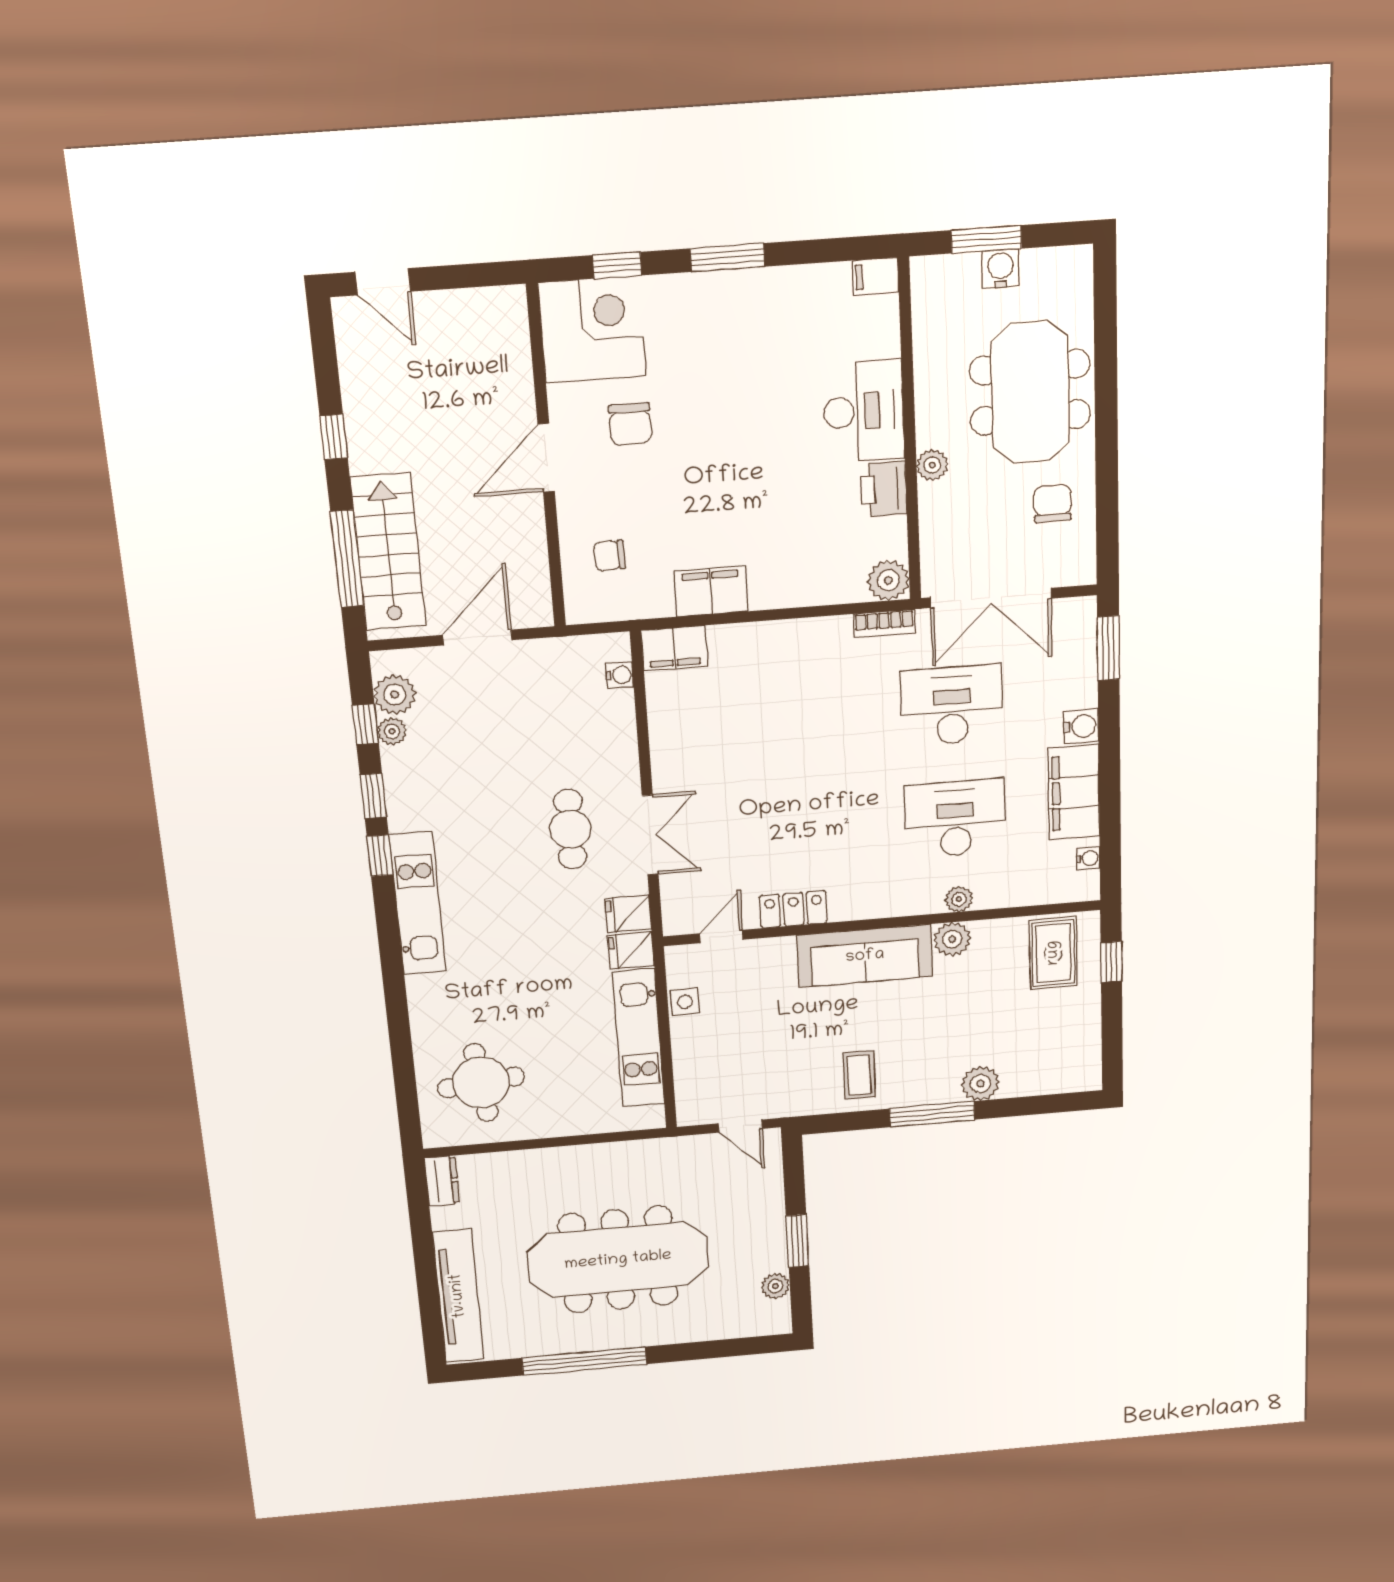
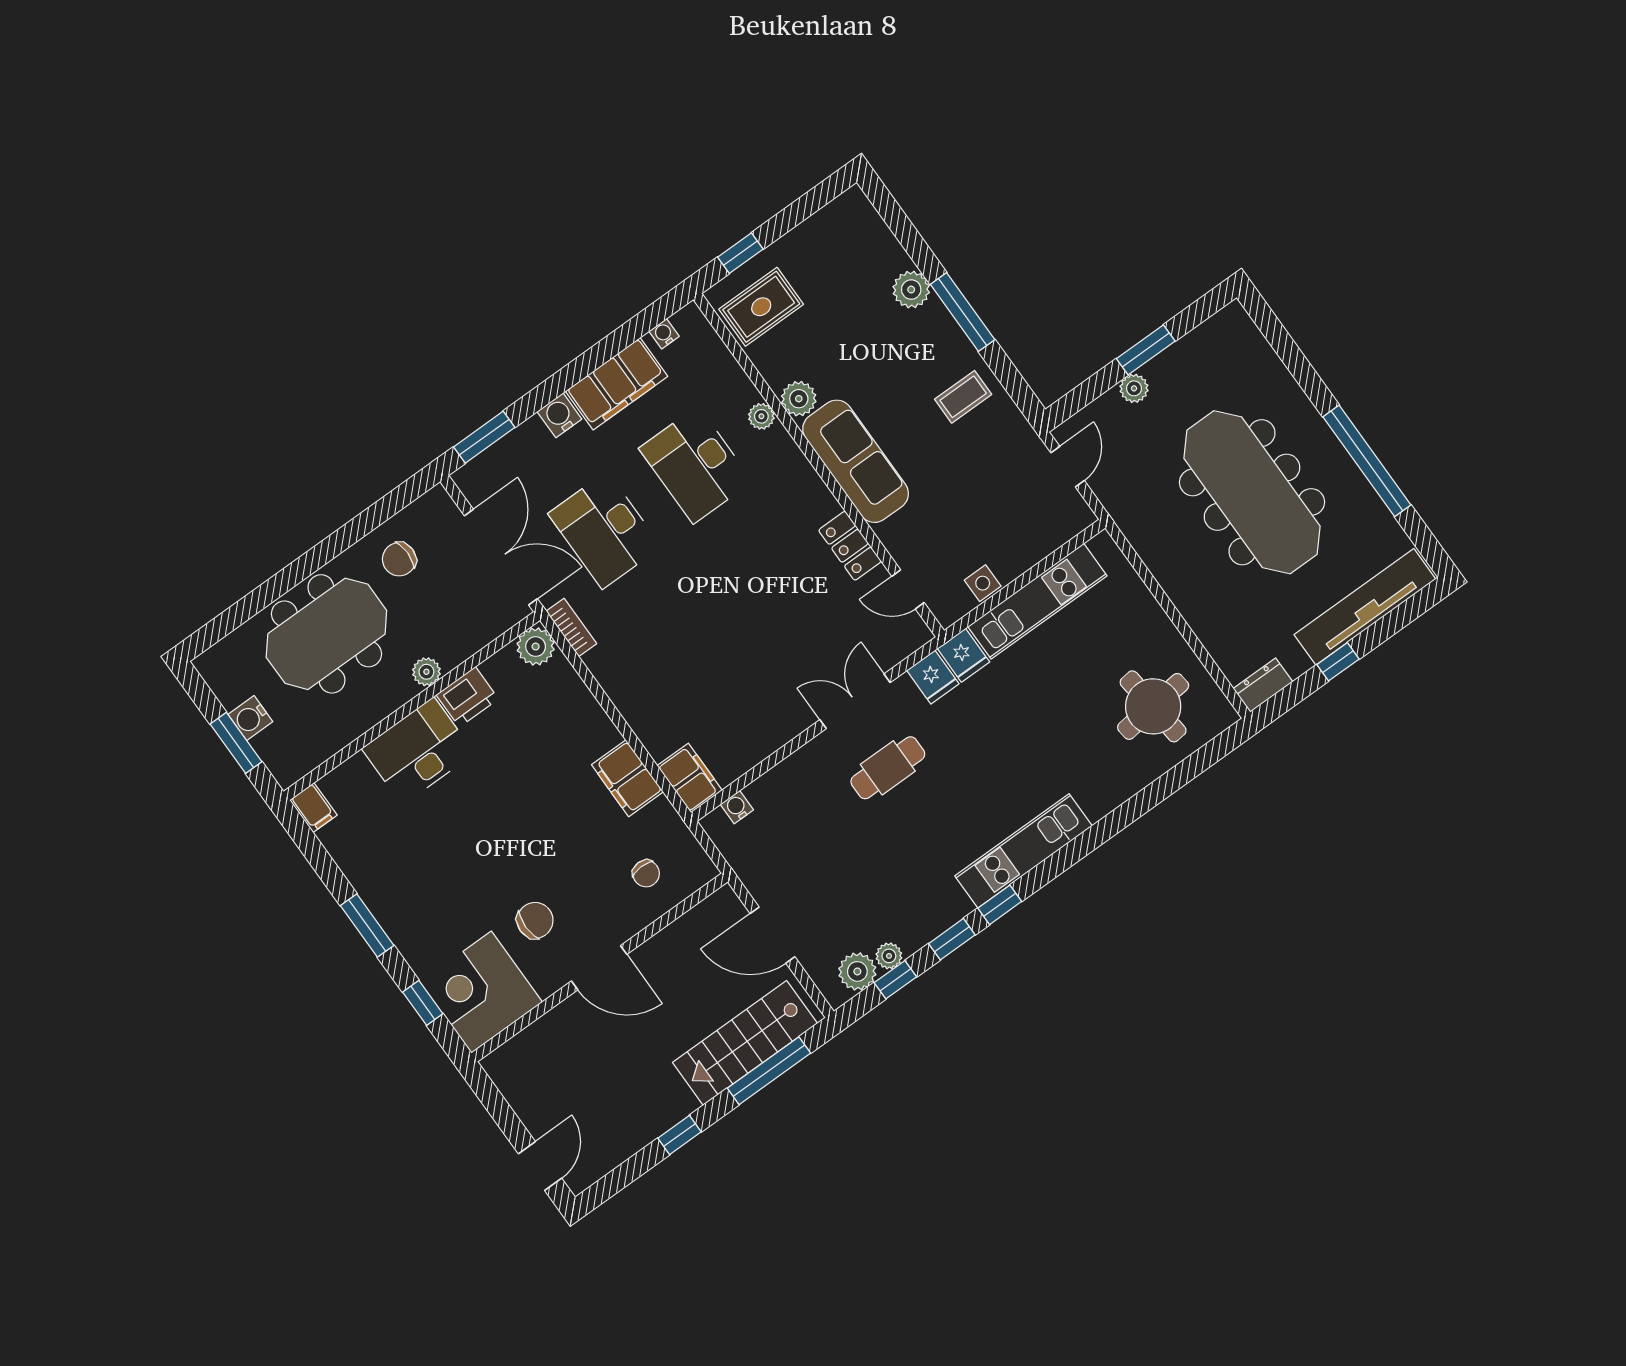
window: (424, 1250) -> (1338, 662), added
plant: (775, 1286) -> (1134, 388), moved

